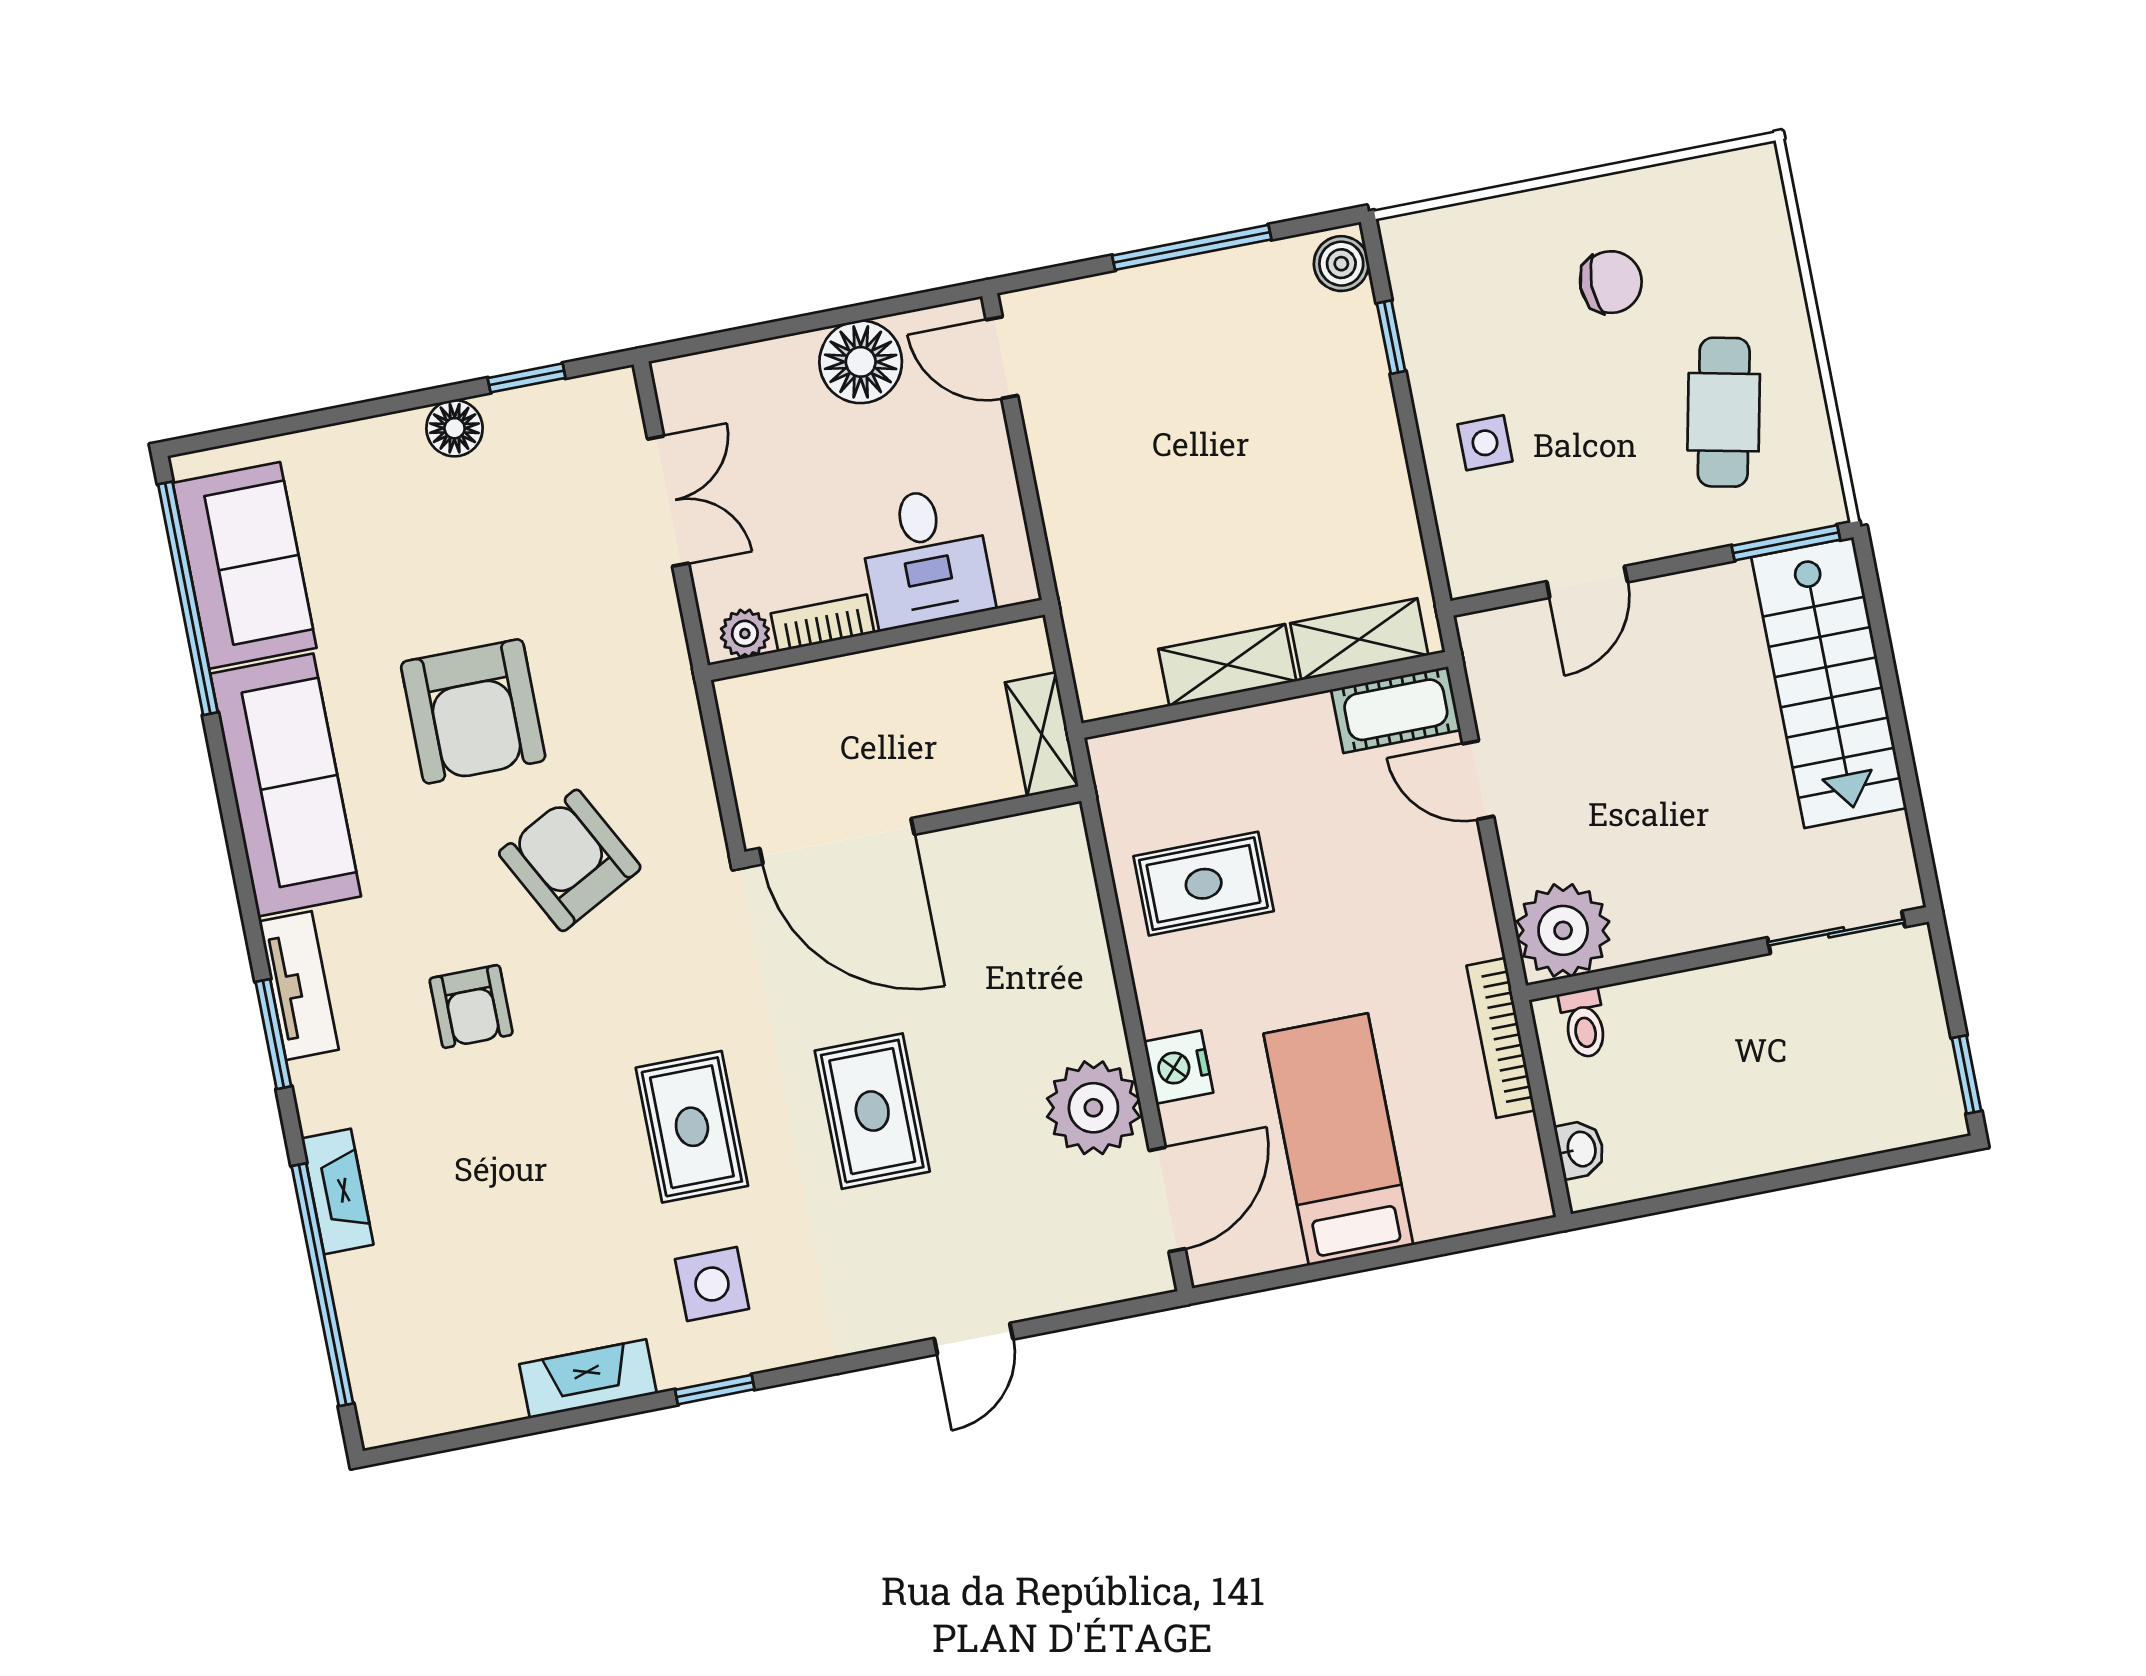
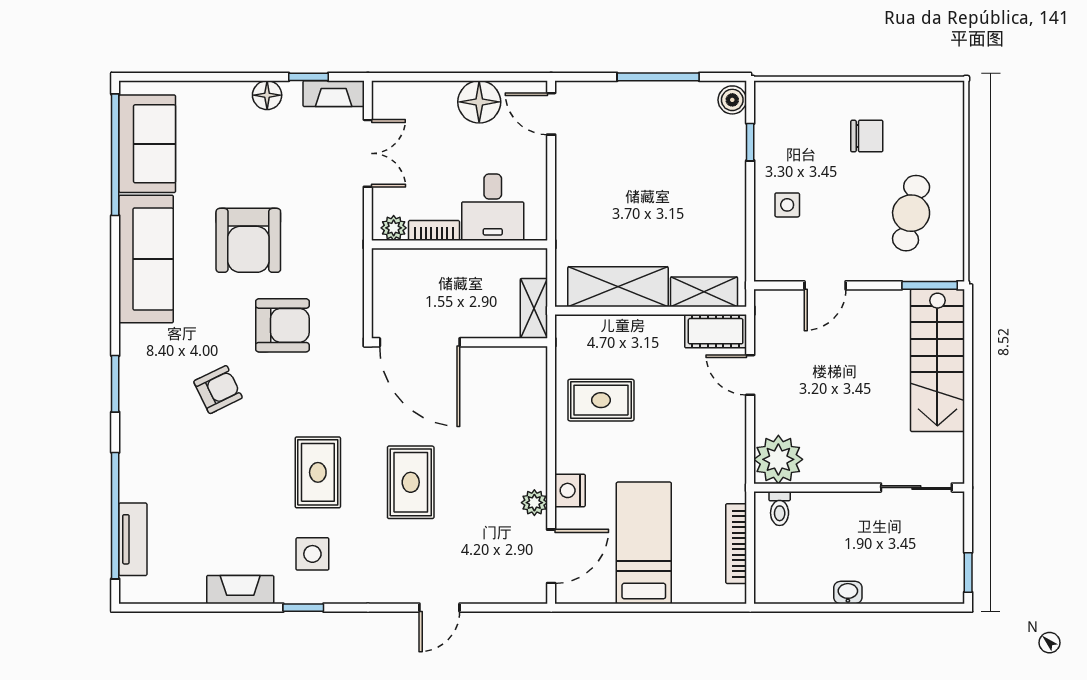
shelving: (1227, 665) -> (618, 287), width x1.50, depth x1.33
armchair: (570, 860) -> (282, 325), turned 118
tv unit: (299, 986) -> (133, 539), moved
armchair: (471, 1007) -> (218, 390), turned -116
bookcase: (1501, 1038) -> (736, 544), moved
plant: (1093, 1108) -> (534, 503), width x0.53, depth x0.53
washbasin: (1580, 1149) -> (848, 593), moved, turned -90
fireplace: (337, 1191) -> (334, 94), moved, turned 90

